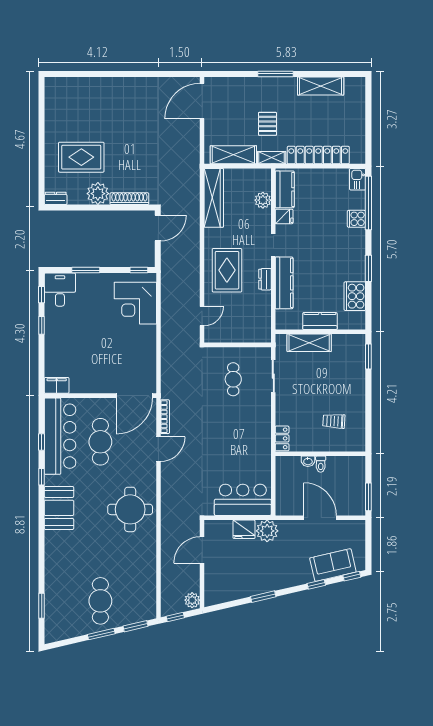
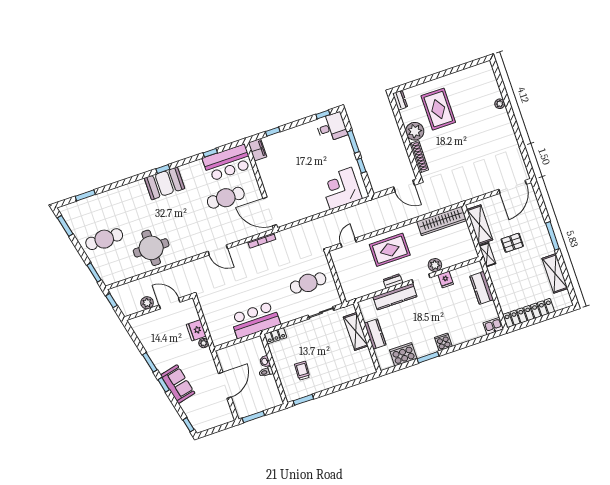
plant: (100, 83) -> (500, 104), added
door: (202, 101) -> (513, 187), swing flipped
locker: (318, 155) -> (529, 313), moved, turned -90
kitchen counter: (285, 189) -> (482, 288), moved, turned 90
plant: (263, 200) -> (435, 265), moved
window: (368, 203) -> (478, 340), removed
cooker: (356, 219) -> (443, 342), moved
window: (139, 270) -> (361, 166), moved
door: (202, 316) -> (348, 243), swing flipped
window: (42, 325) -> (273, 132), moved
window: (368, 357) -> (303, 400), moved
cafe table: (233, 379) -> (308, 283), width x1.37, depth x1.35
bar counter: (60, 436) -> (227, 163), width x0.73
door: (158, 449) -> (218, 250), moved
window: (42, 477) -> (163, 169), moved
bar counter: (243, 500) -> (255, 320), moved, turned -90
round table: (130, 509) -> (151, 248), moved
plant: (267, 531) -> (204, 343), width x0.53, depth x0.53
sofa: (333, 565) -> (178, 384), moved
window: (316, 584) -> (164, 385), moved
plant: (192, 600) -> (147, 303), moved
window: (101, 634) -> (65, 226), moved

